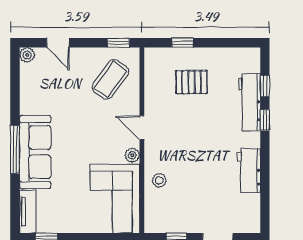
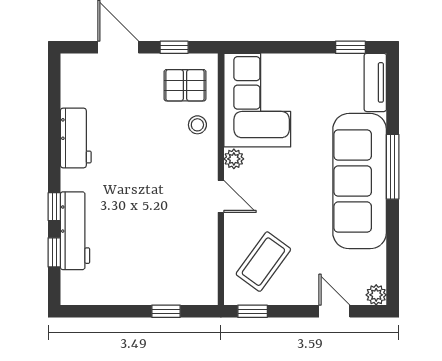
pallet: (191, 82) -> (185, 85), moved
sofa: (35, 152) -> (360, 181), width x1.36, depth x1.27

